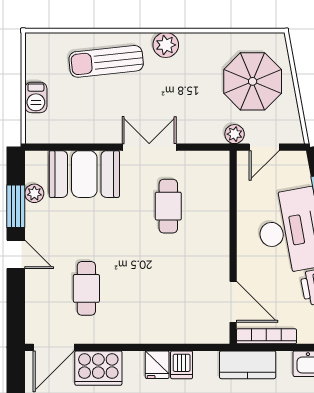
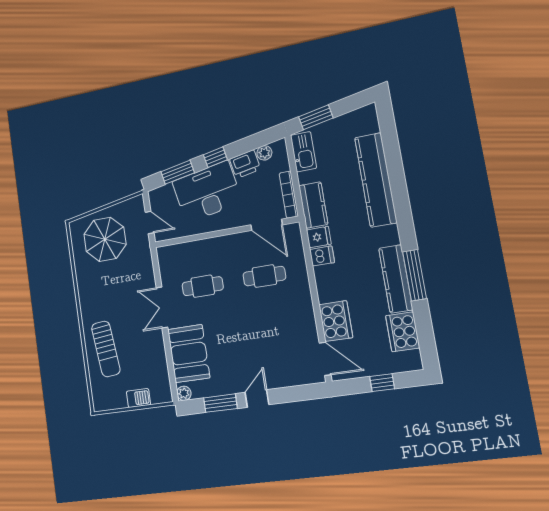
plant: (166, 45) -> (89, 307), removed
plant: (235, 134) -> (143, 246), removed
plant: (34, 193) -> (184, 393), moved
cafe table: (86, 288) -> (264, 276), moved
door: (233, 302) -> (267, 225), swing flipped
fridge: (157, 365) -> (319, 237), moved

